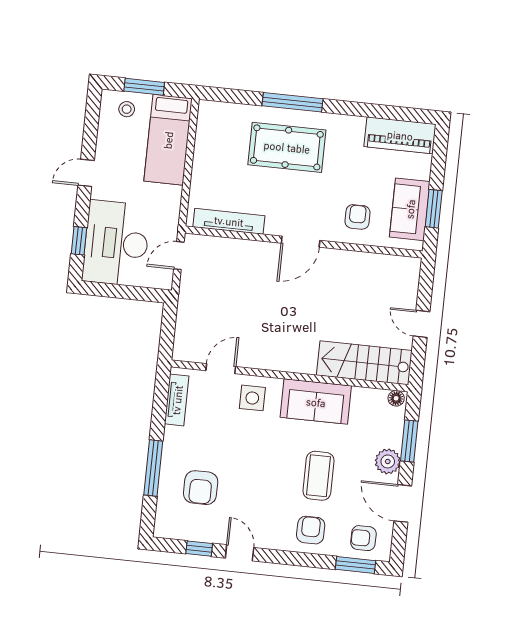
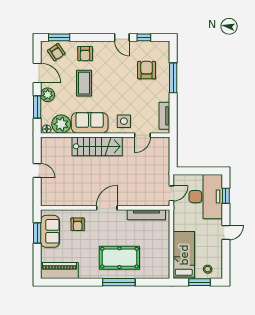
stairs: (364, 363) -> (97, 146), moved
plant: (368, 405) -> (61, 124), added
armchair: (363, 538) -> (56, 52), turned 56

